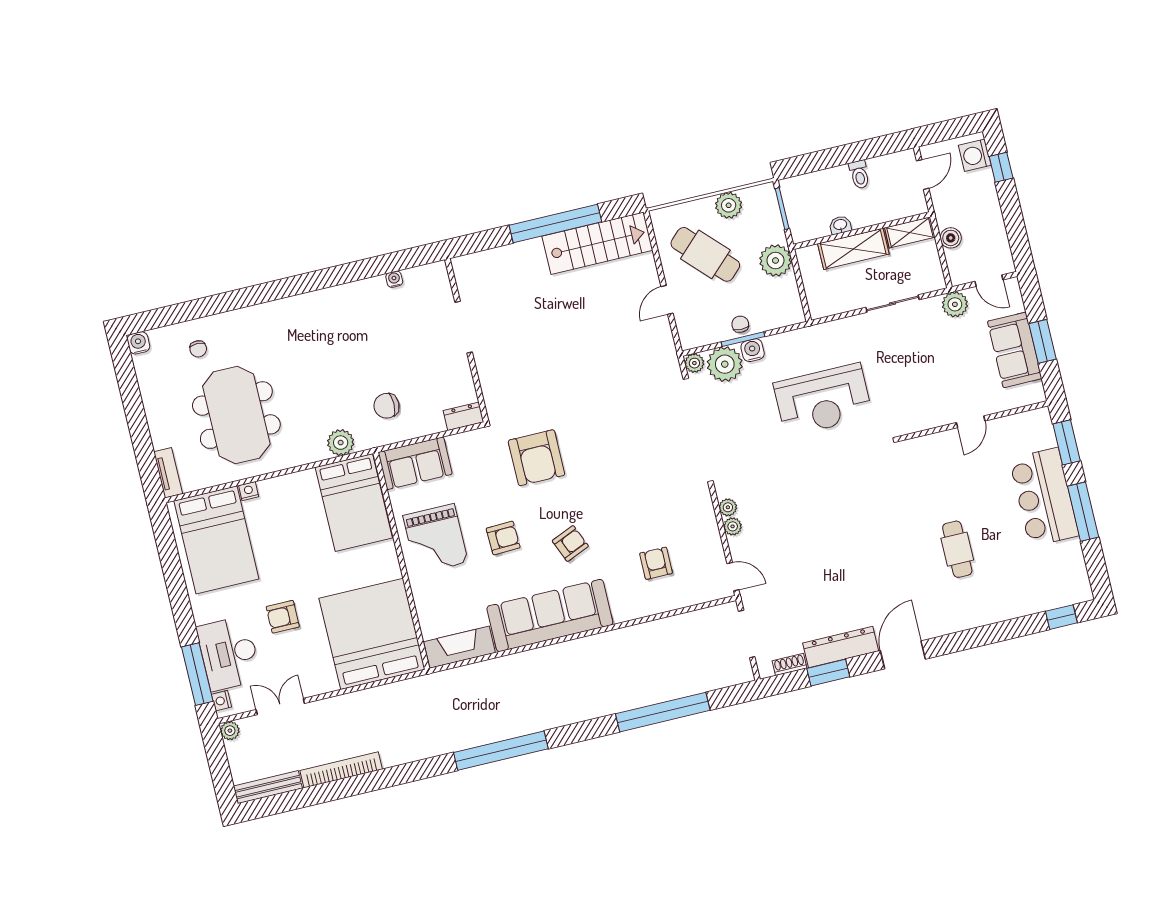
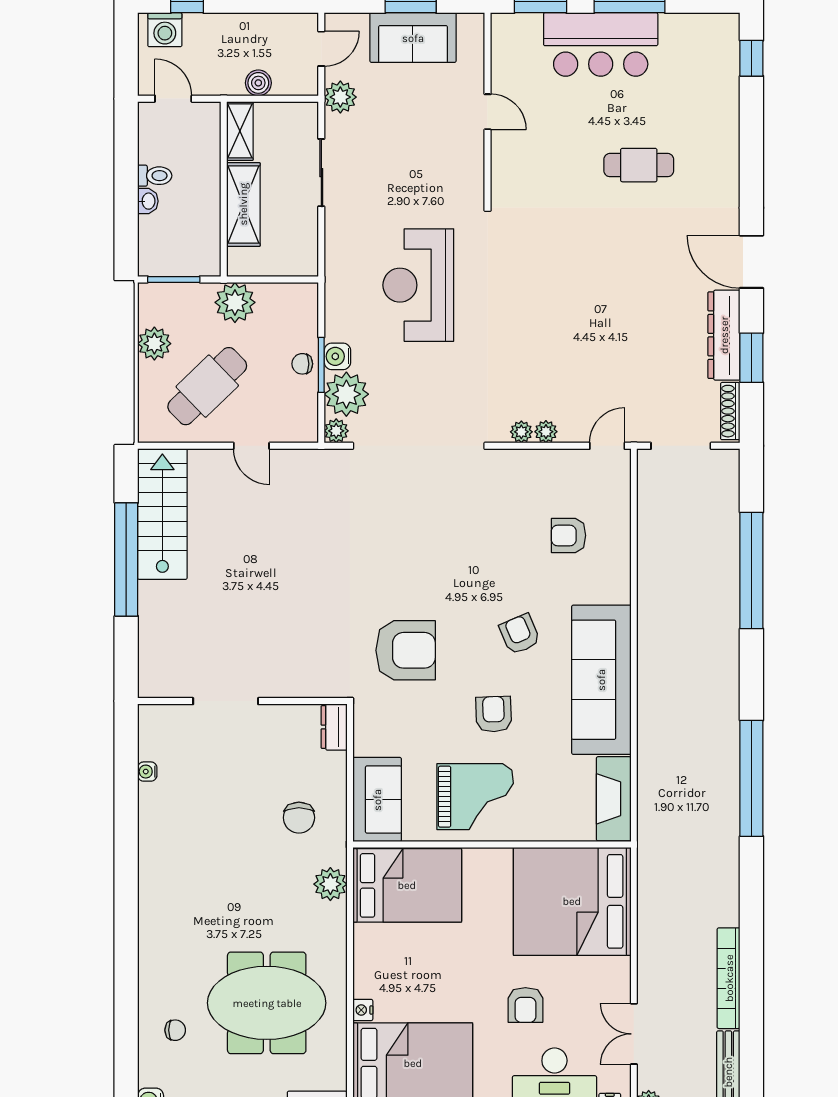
washbasin: (840, 225) -> (148, 201), moved, turned 180
reception desk: (823, 400) -> (418, 285), turned 180
shoe rack: (789, 664) -> (730, 411), width x1.43

